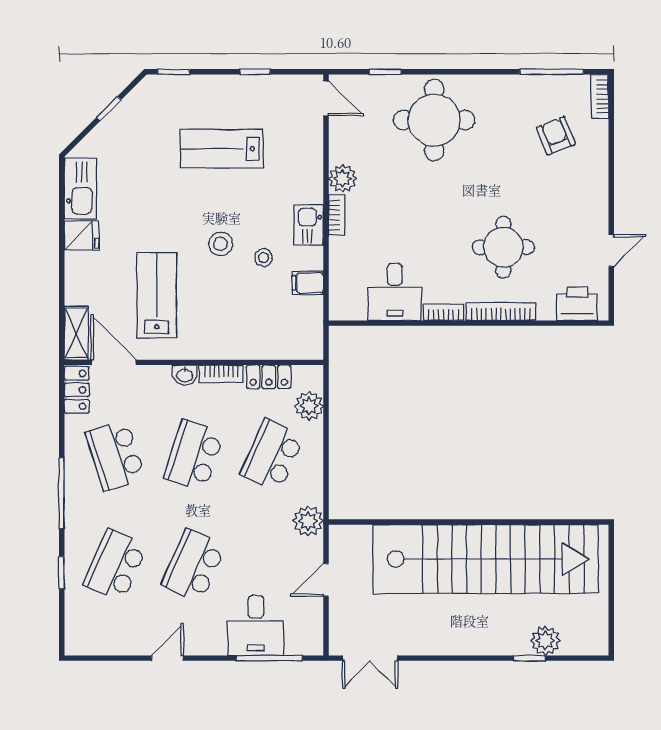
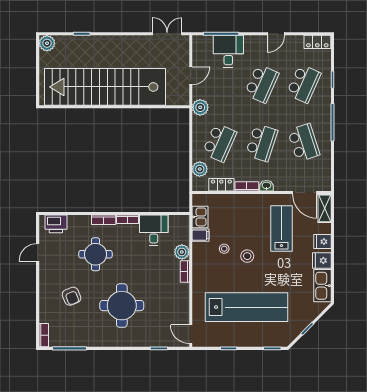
round table: (434, 120) -> (122, 306), moved
armchair: (556, 136) -> (72, 296), moved
lab bench: (222, 149) -> (247, 307), width x1.86, depth x1.39
plant: (343, 179) -> (182, 252), moved
kitchen sink: (309, 225) -> (200, 217), moved
fridge: (80, 271) -> (323, 242), added
lab bench: (157, 295) -> (281, 229), turned 180
bookcase: (501, 312) -> (104, 220), width x0.64
locker: (77, 390) -> (317, 42), moved, turned -90
plant: (545, 641) -> (47, 43), moved

